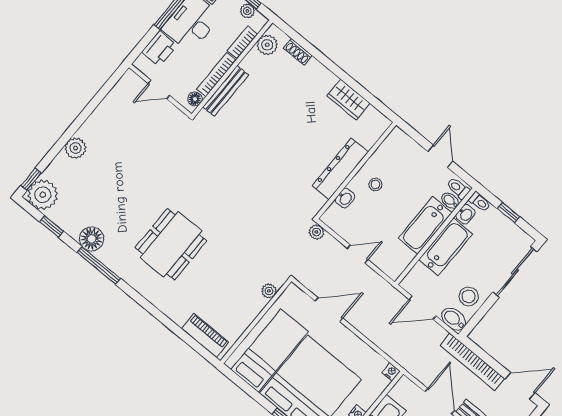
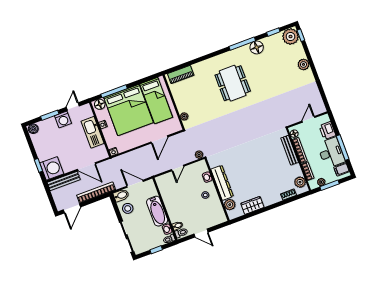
plant: (368, 137) -> (230, 205), added
bathtub: (425, 225) -> (173, 207), removed
door: (422, 308) -> (135, 184), hinge flipped

